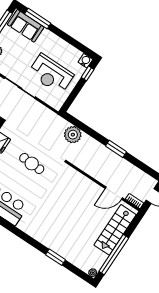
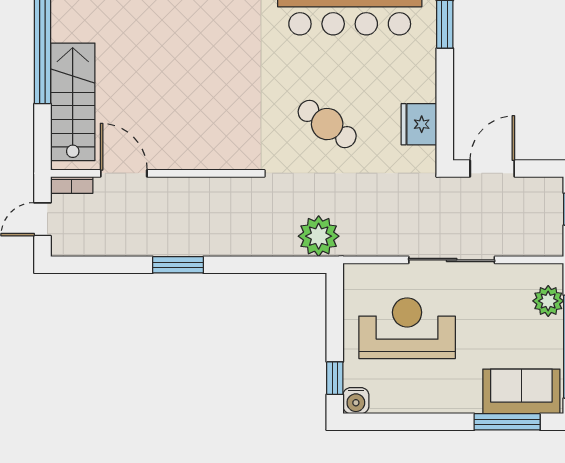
plant: (73, 135) -> (319, 236), moved
cafe table: (32, 164) -> (327, 124), turned 32
door: (114, 193) -> (124, 173), hinge flipped

